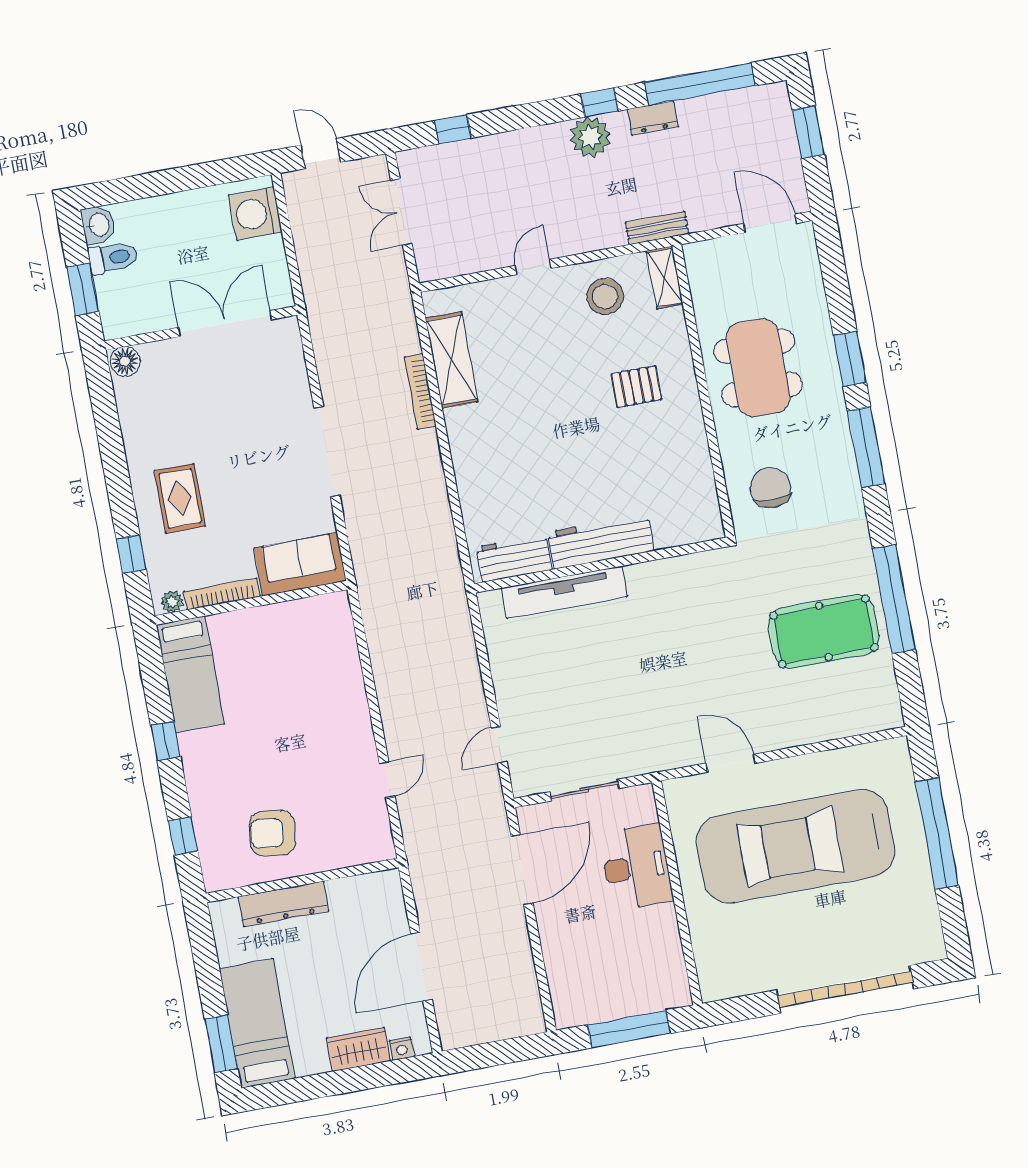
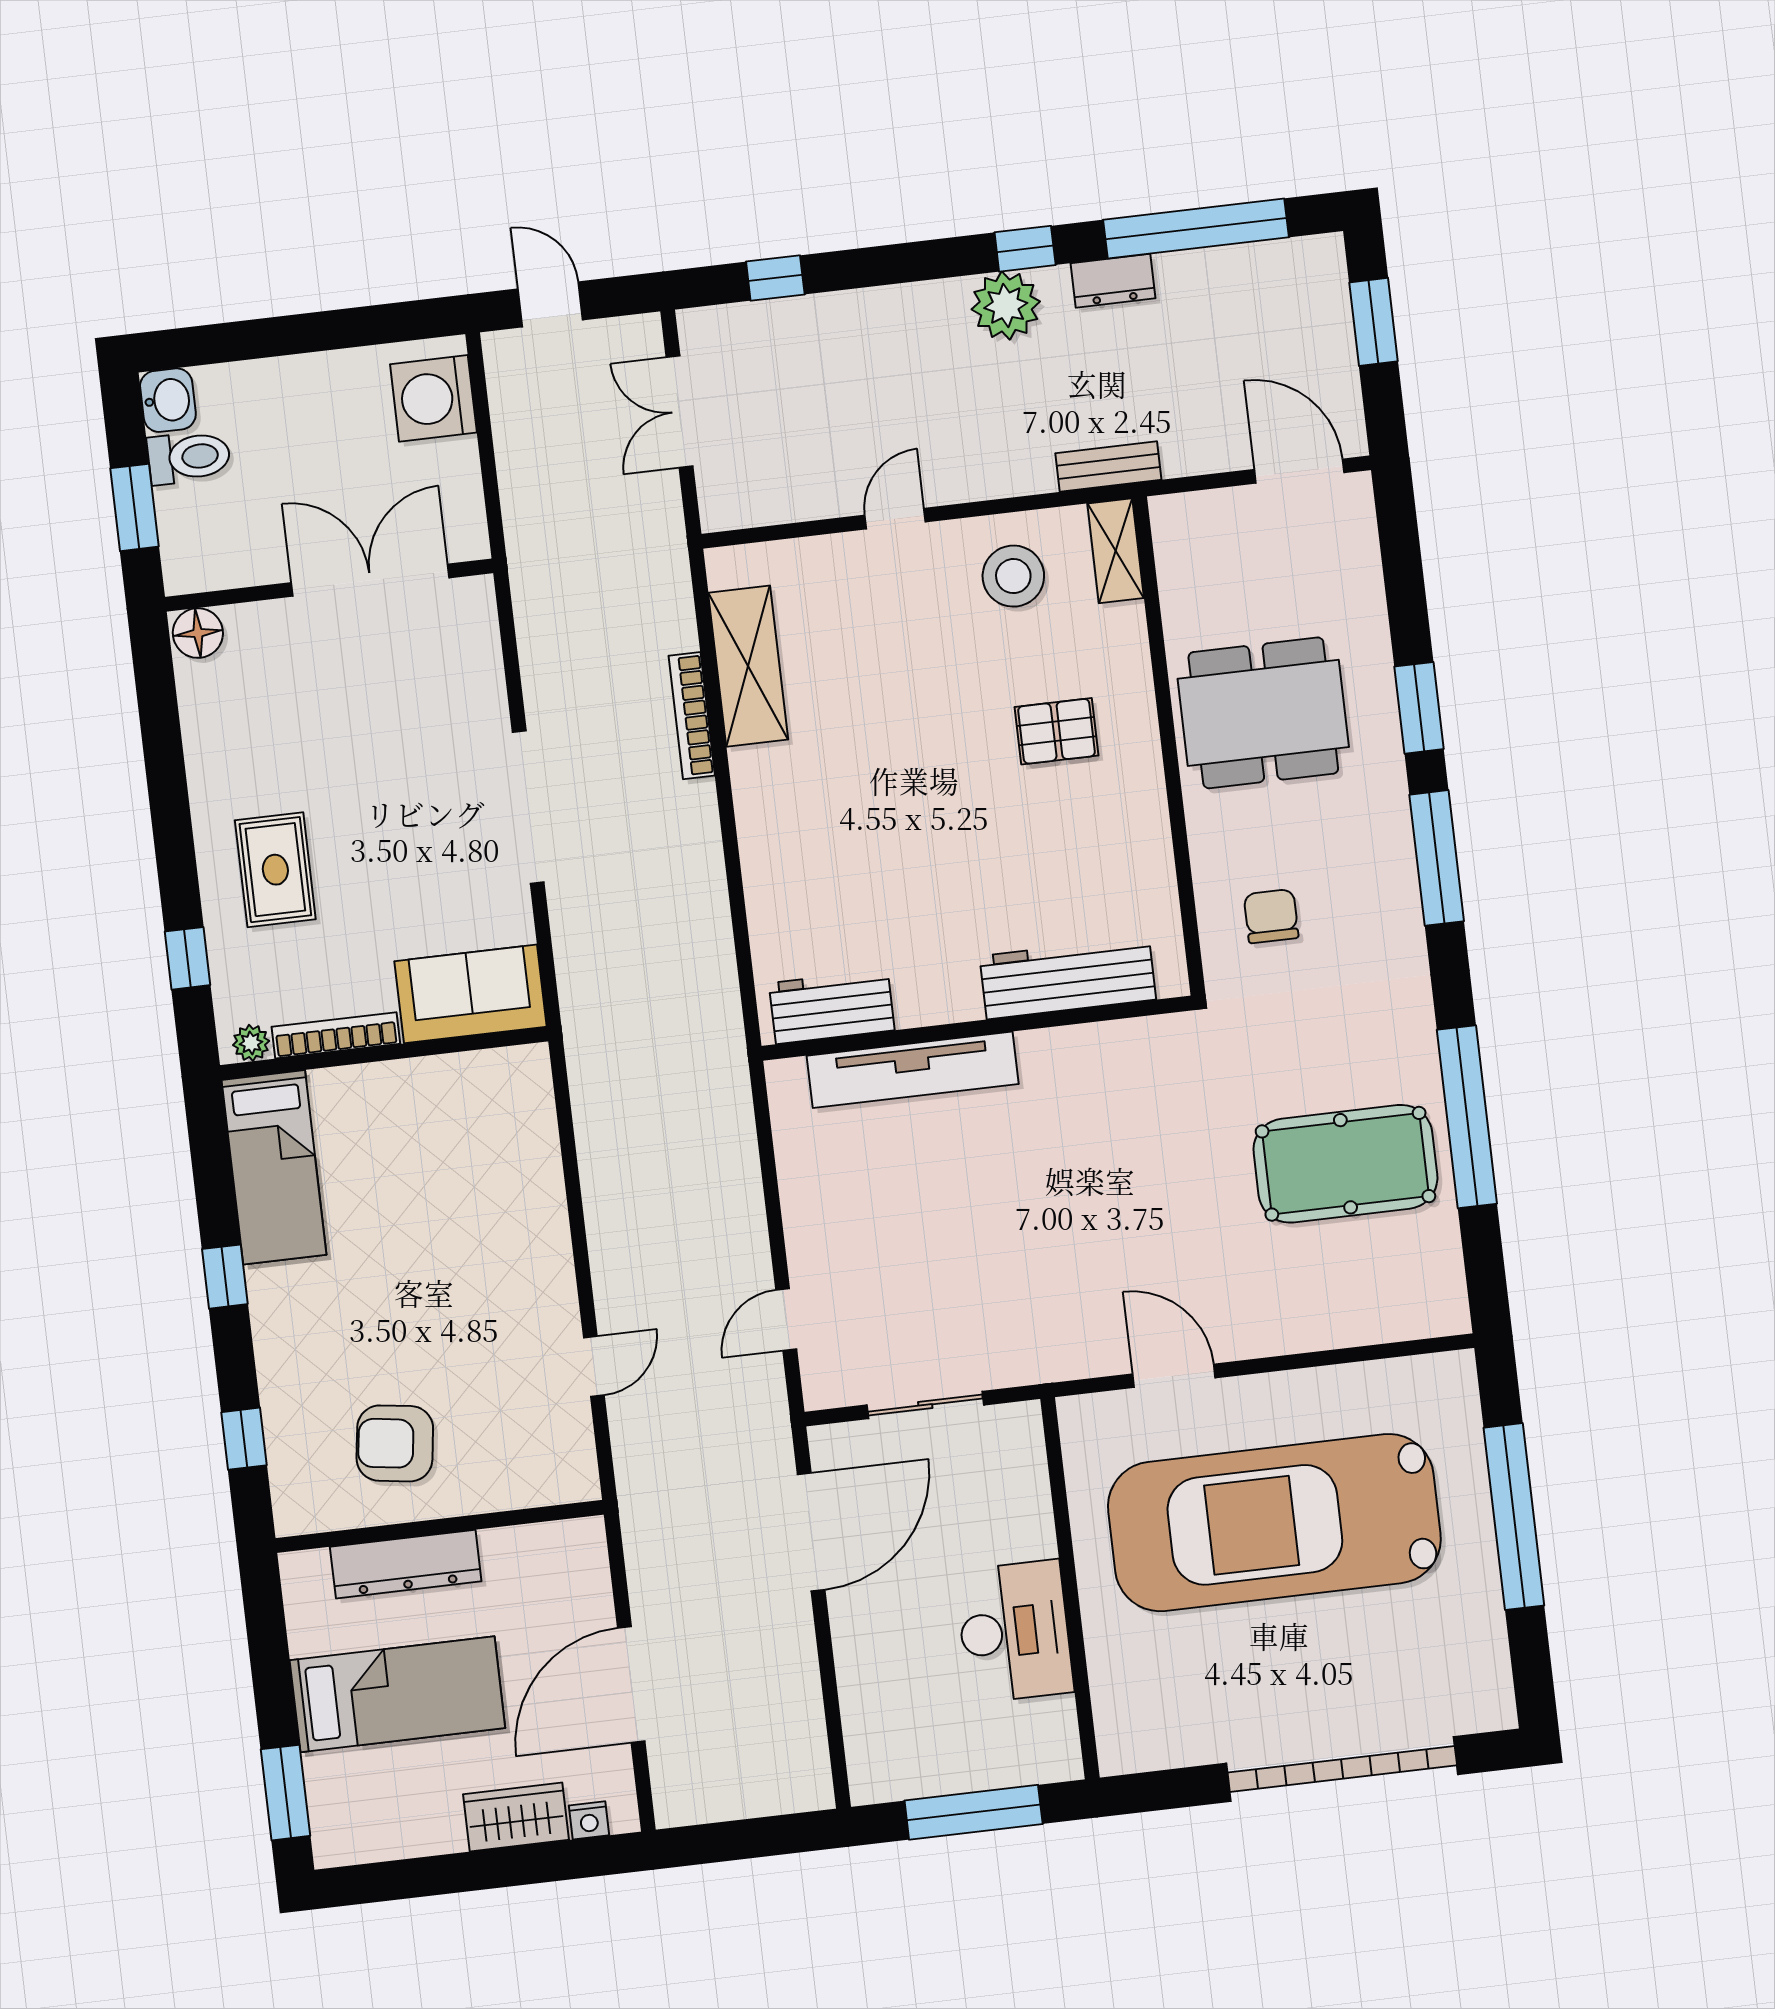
dining table: (758, 368) -> (1263, 713), turned 90
chair: (770, 488) -> (1271, 916), width x0.73, depth x0.73
workbench: (601, 541) -> (1068, 978), moved
desk: (636, 867) -> (1014, 1631), moved
bed: (257, 1023) -> (397, 1694), moved, turned 90

